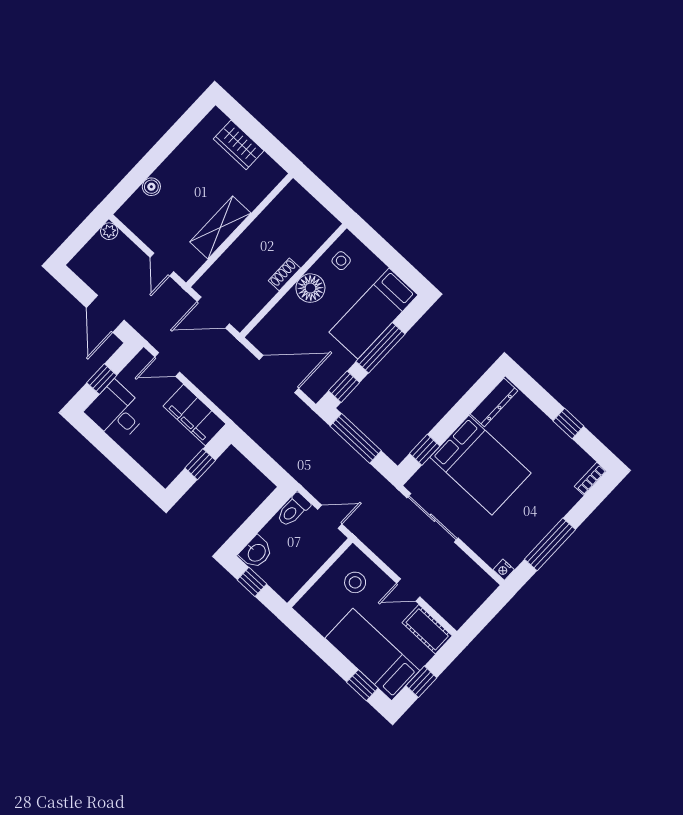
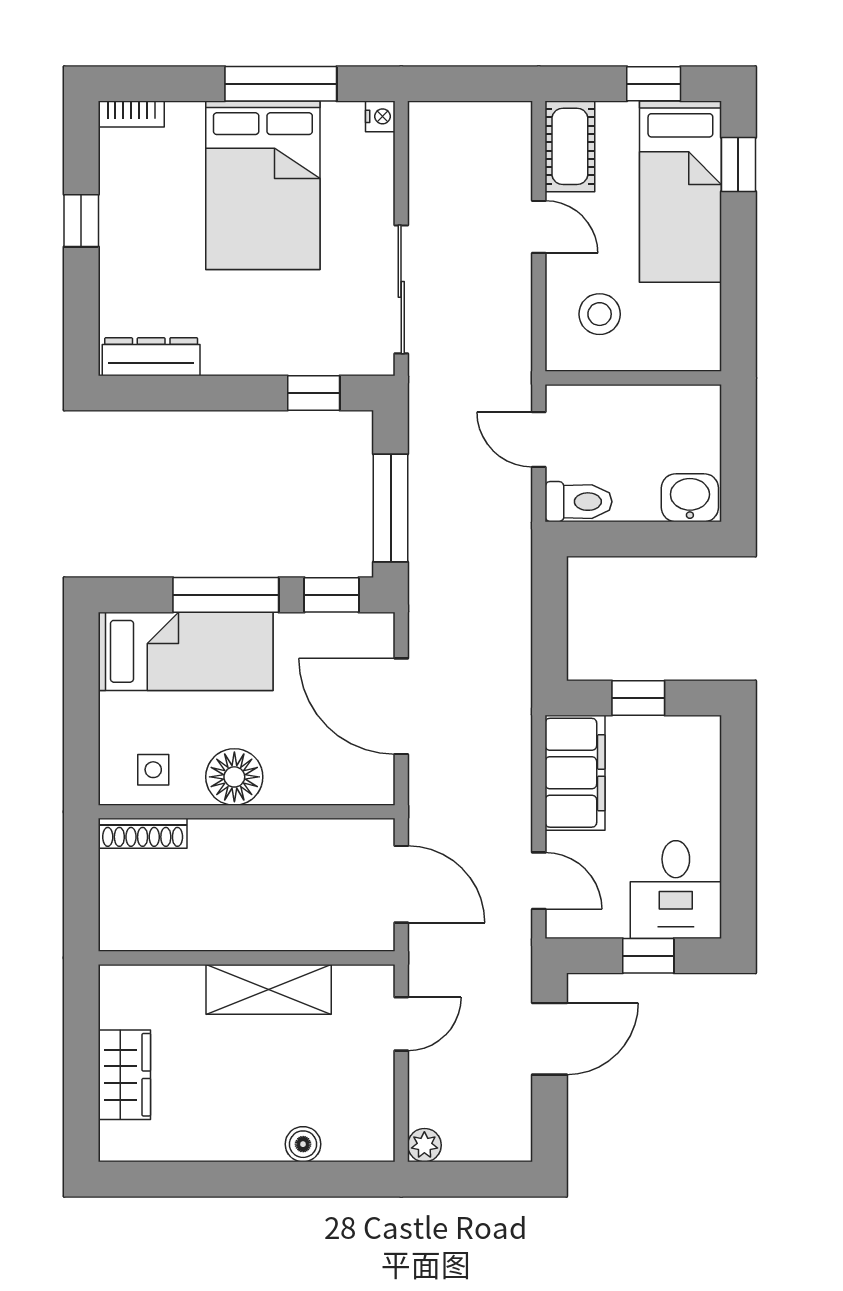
shoe rack: (284, 274) -> (143, 833), moved, width x1.43
bed: (480, 465) -> (263, 185), moved, turned 180
window: (252, 582) -> (738, 464), removed

